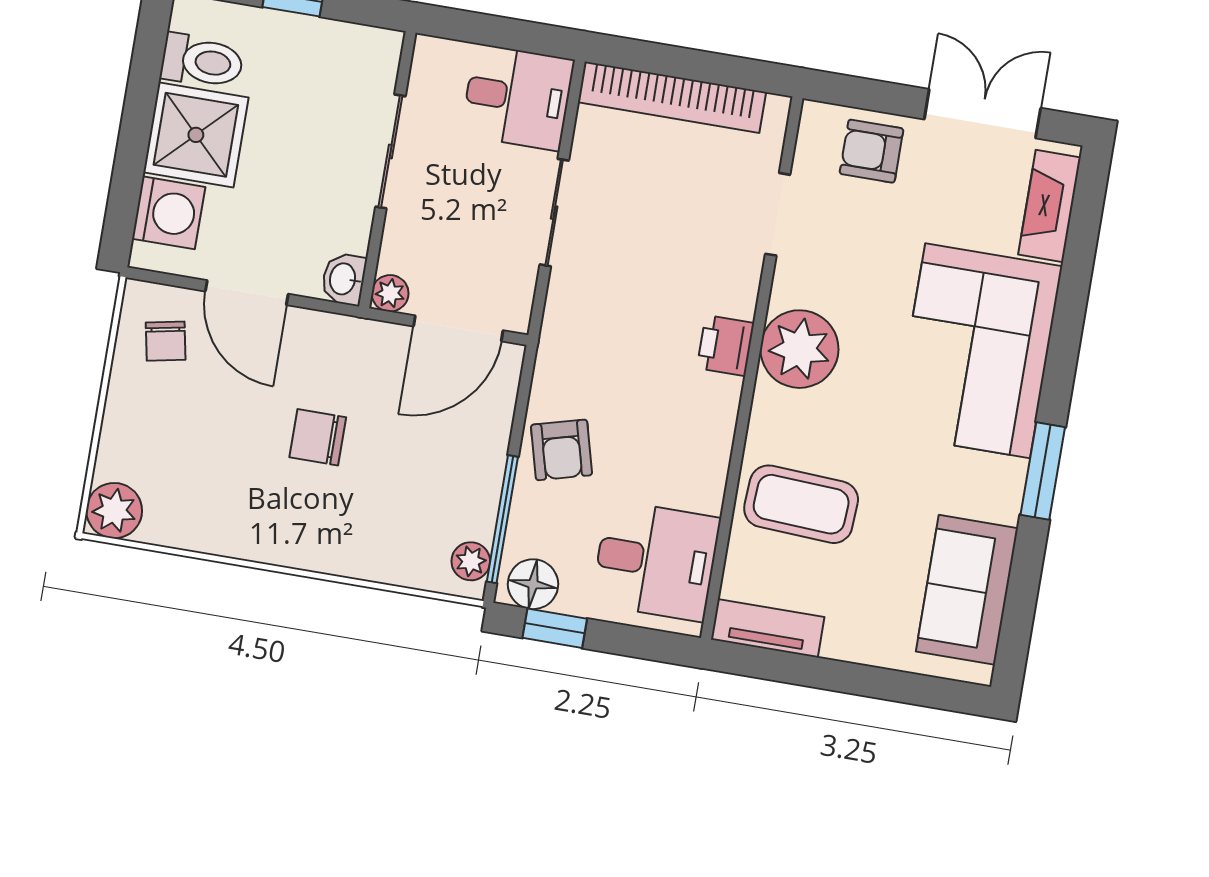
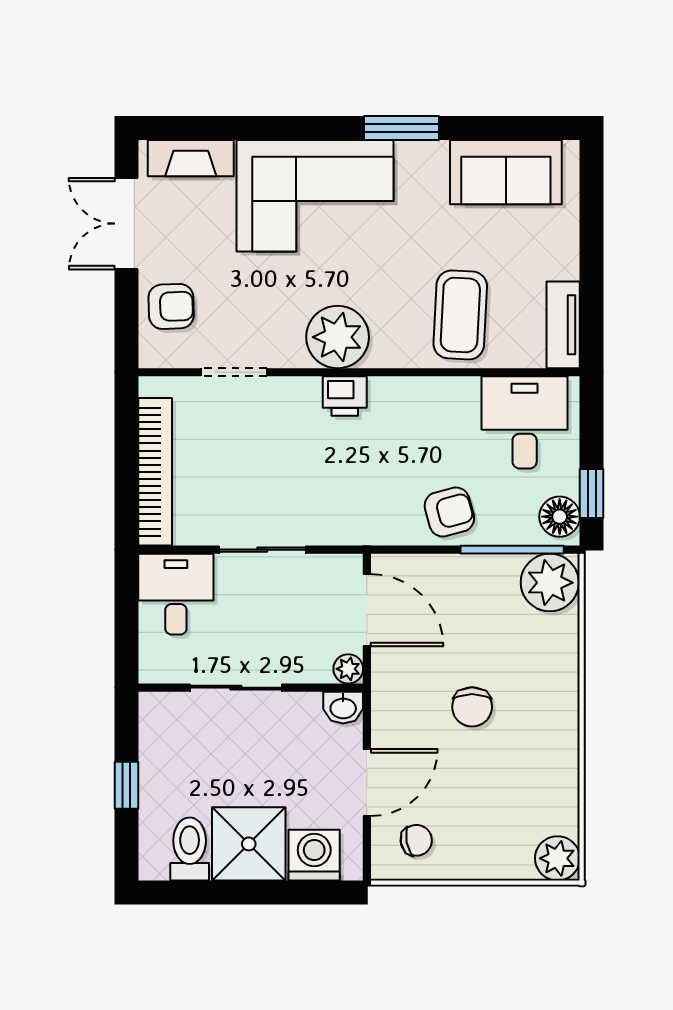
armchair: (871, 151) -> (171, 306), turned -92
plant: (471, 561) -> (550, 583), width x1.88, depth x1.88

